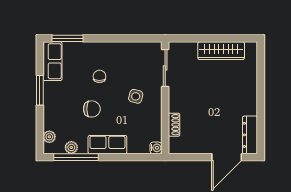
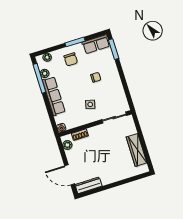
chair: (92, 109) -> (71, 59), moved
row of seats: (107, 145) -> (54, 96), width x1.48
plant: (183, 147) -> (67, 145), added

